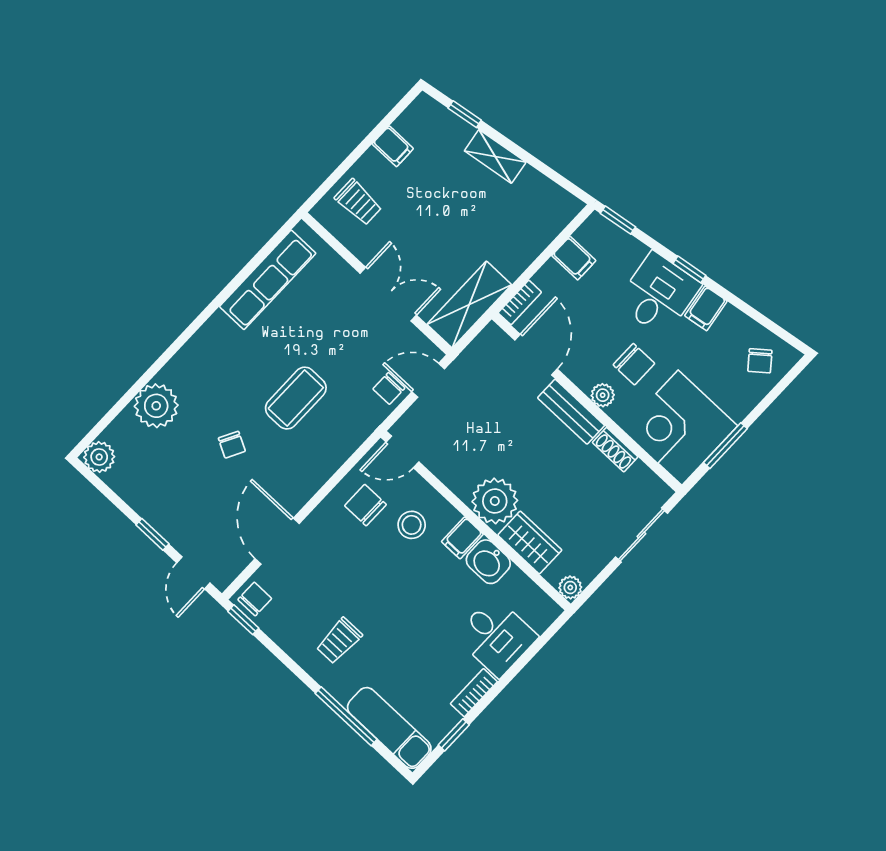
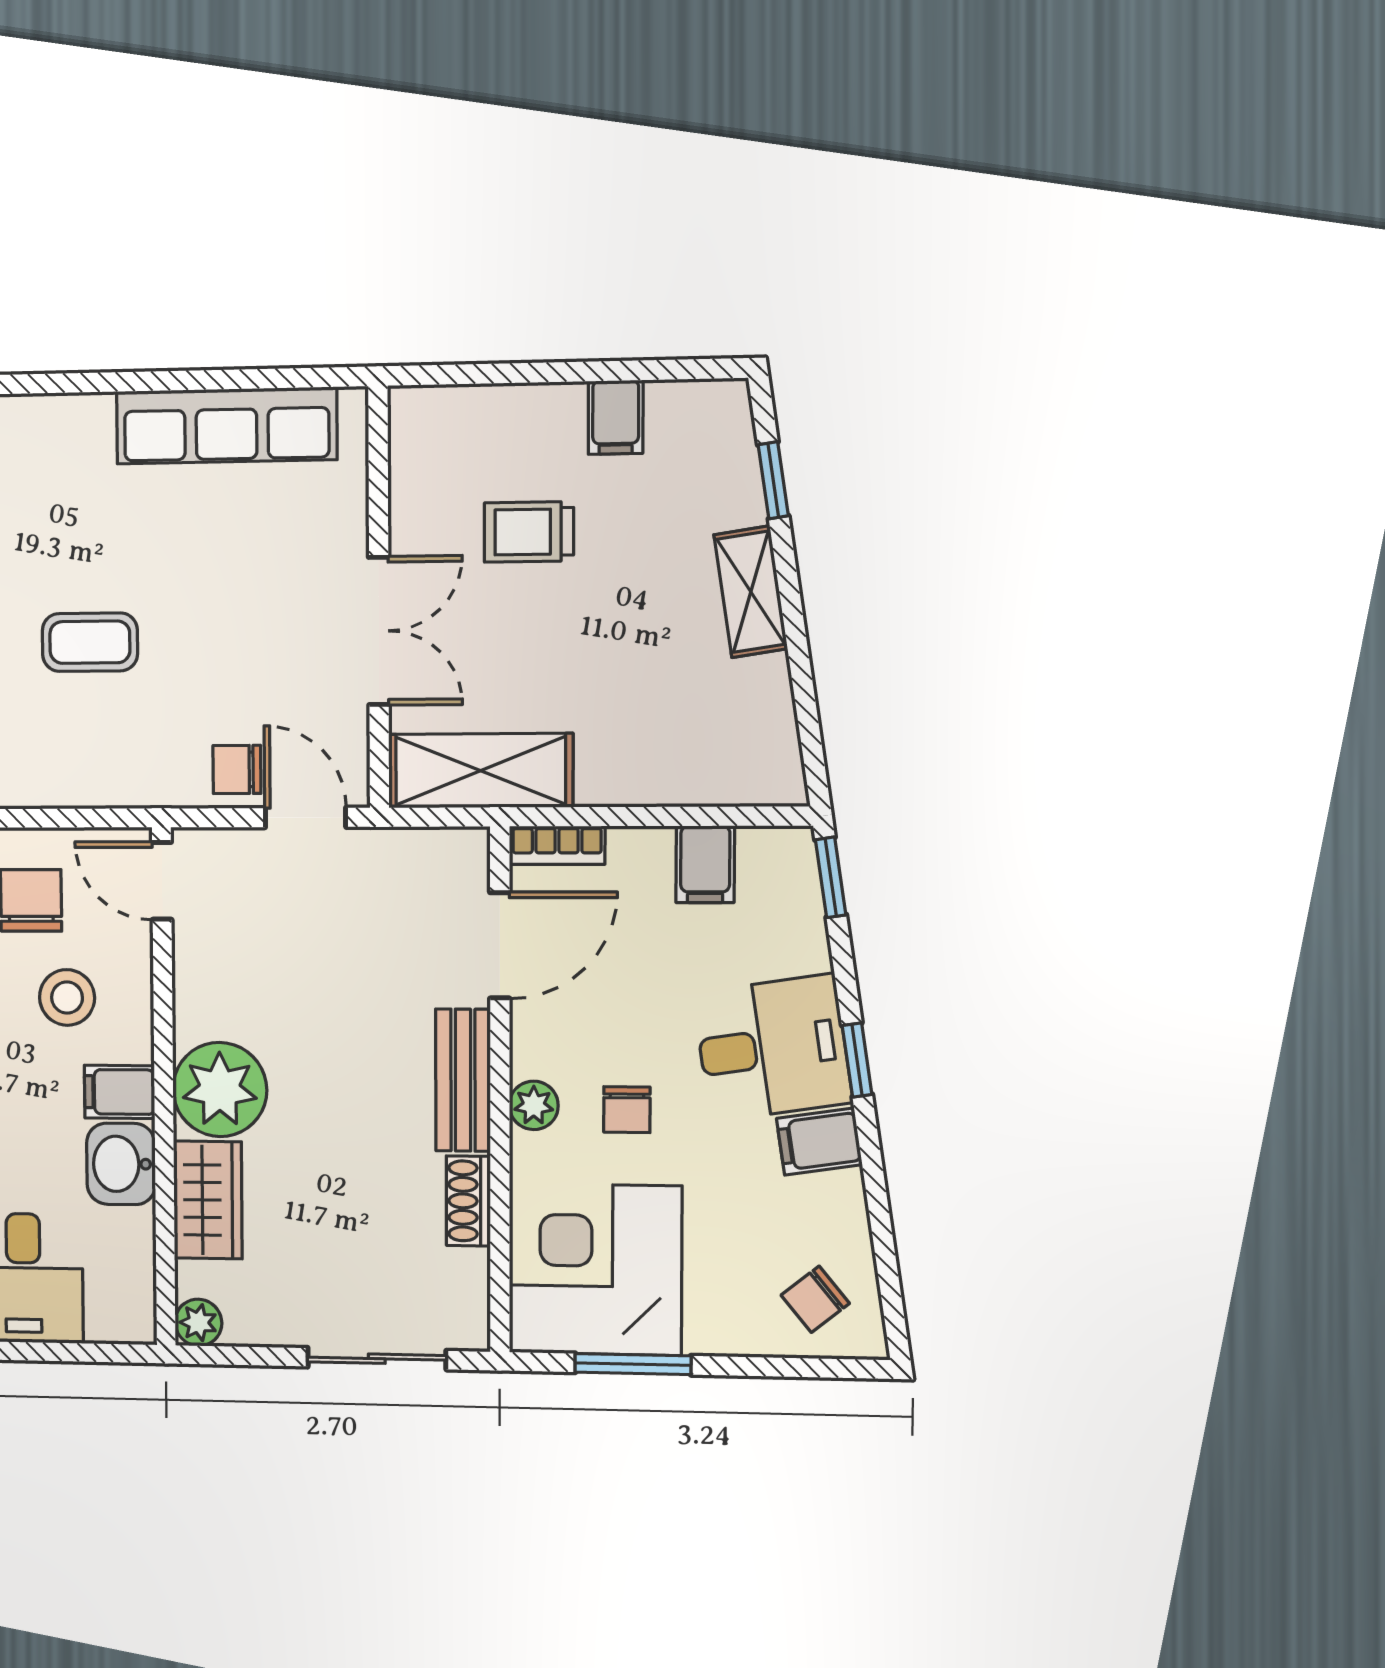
trolley: (358, 202) -> (529, 532), moved, turned 90
chair: (634, 364) -> (627, 1110), width x0.73, depth x0.73
coffee table: (296, 398) -> (90, 642), width x0.73, depth x0.77

